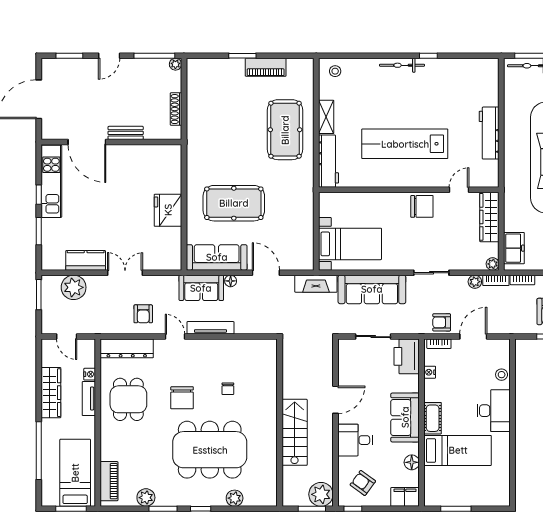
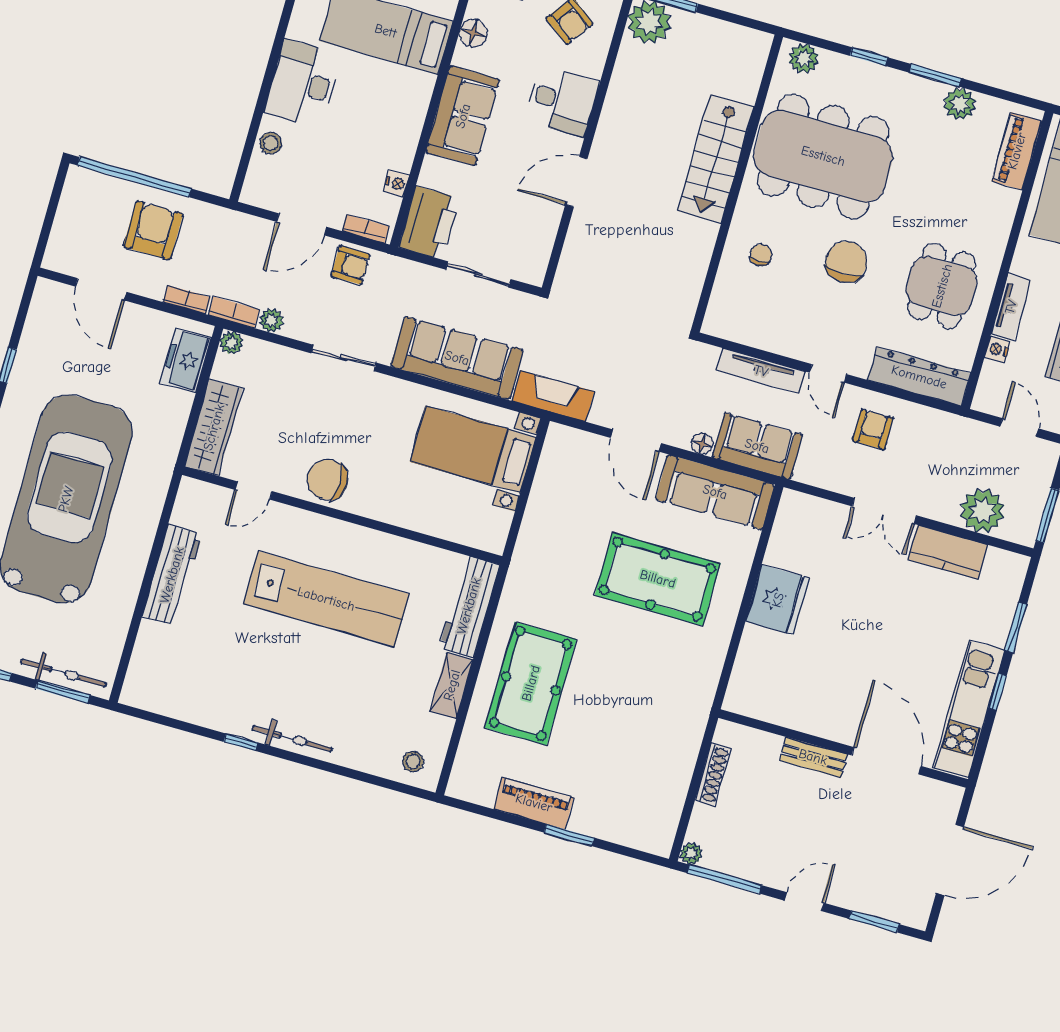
cot: (433, 418) -> (414, 101), removed
wall: (280, 423) -> (737, 183), moved
stairs: (295, 432) -> (716, 159), moved

